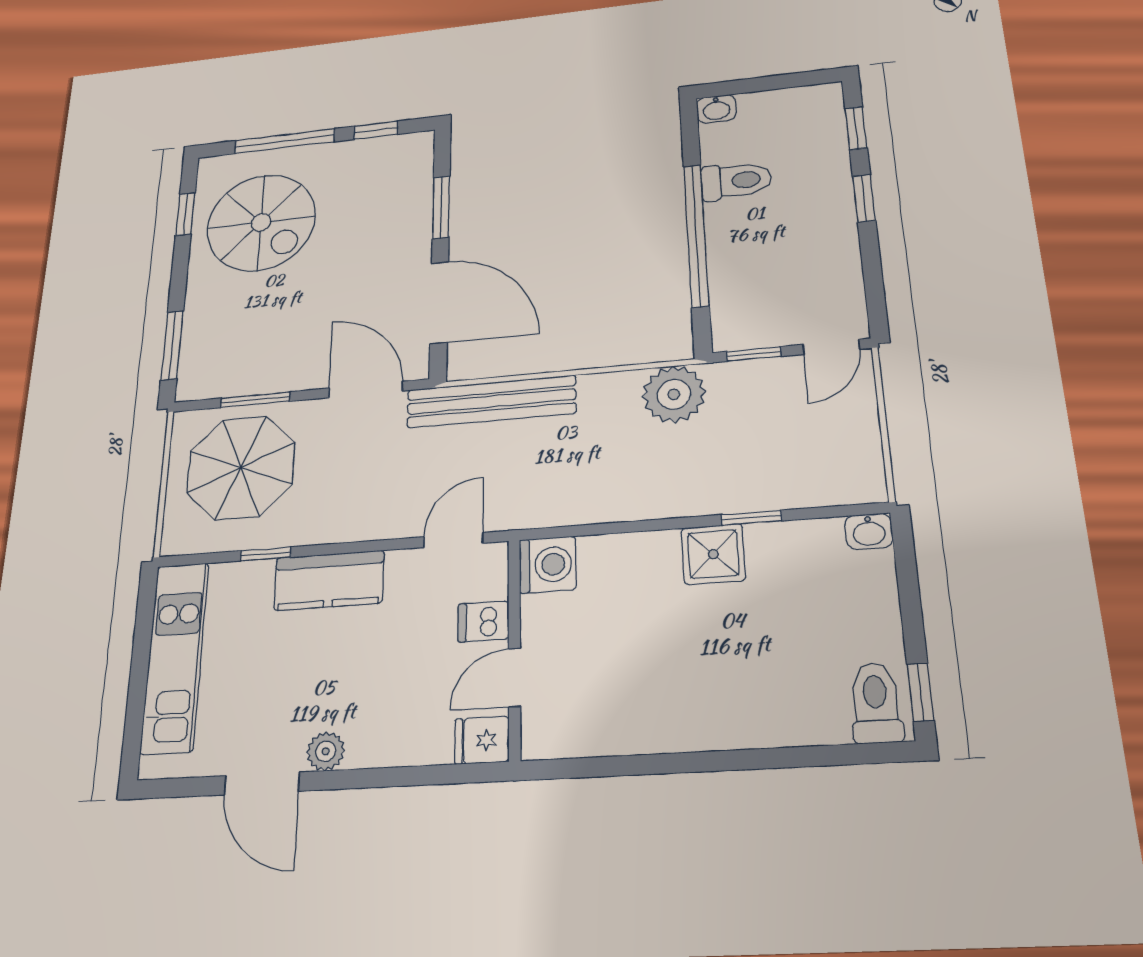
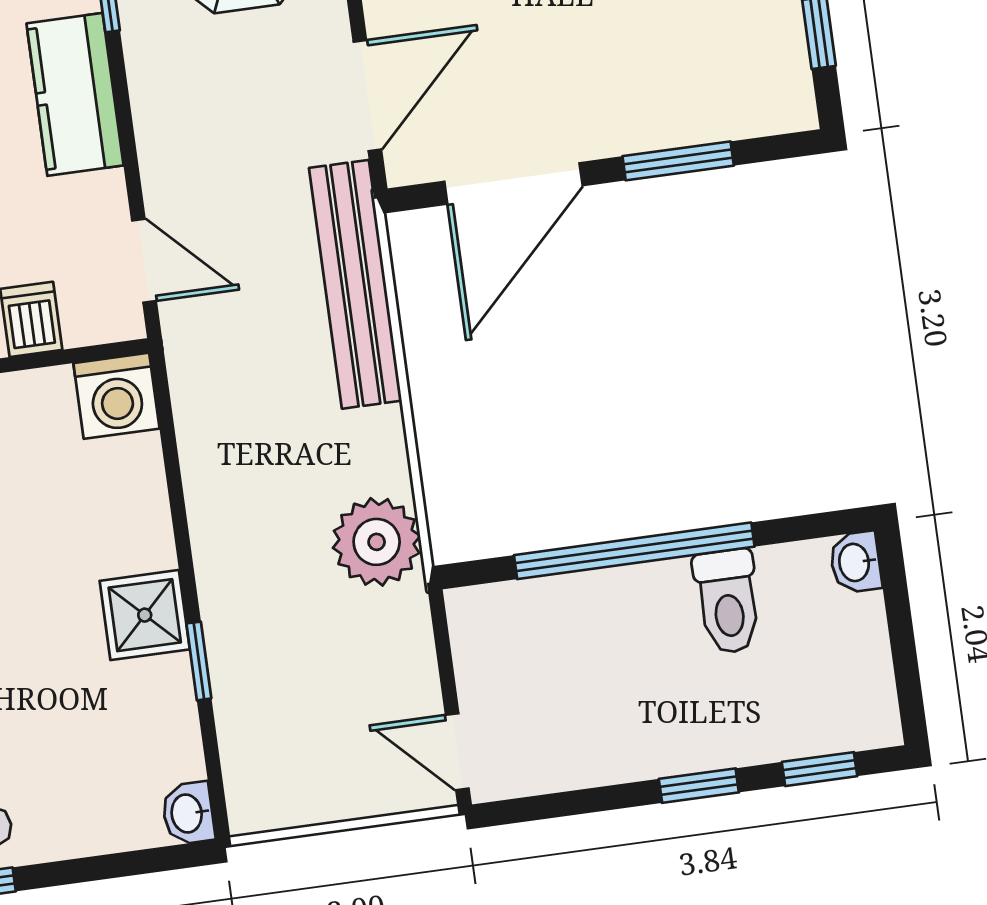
window: (754, 354) -> (443, 647), removed

